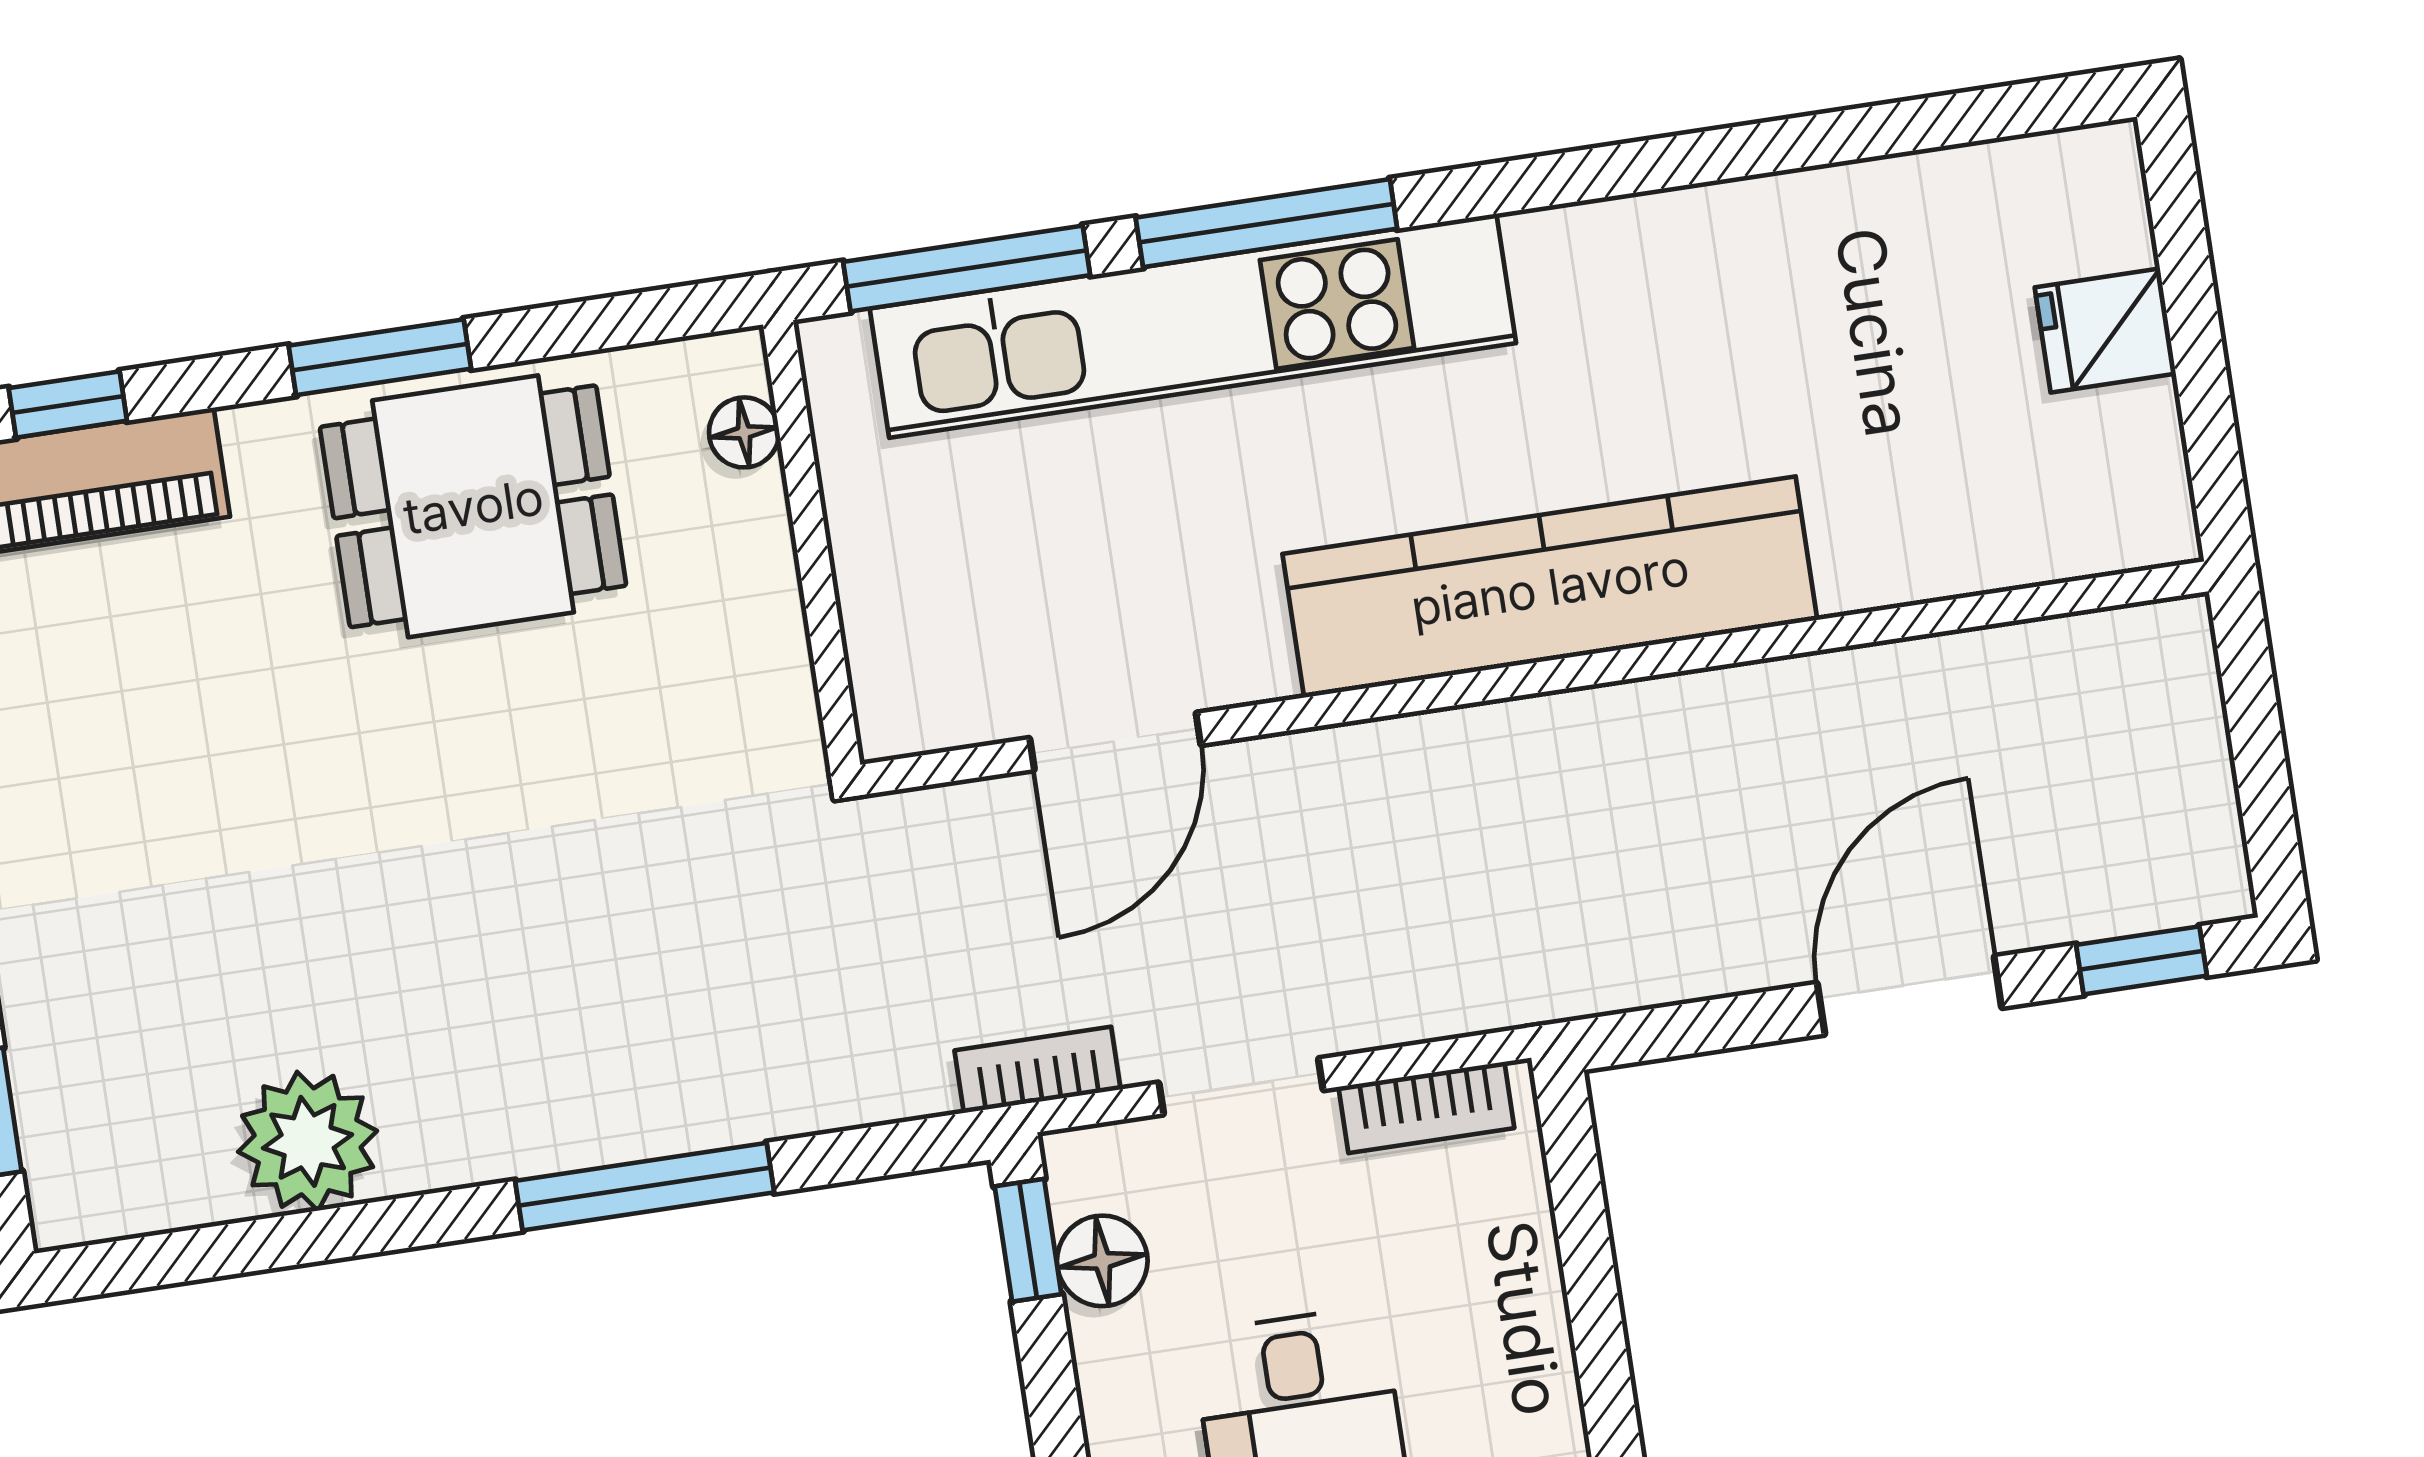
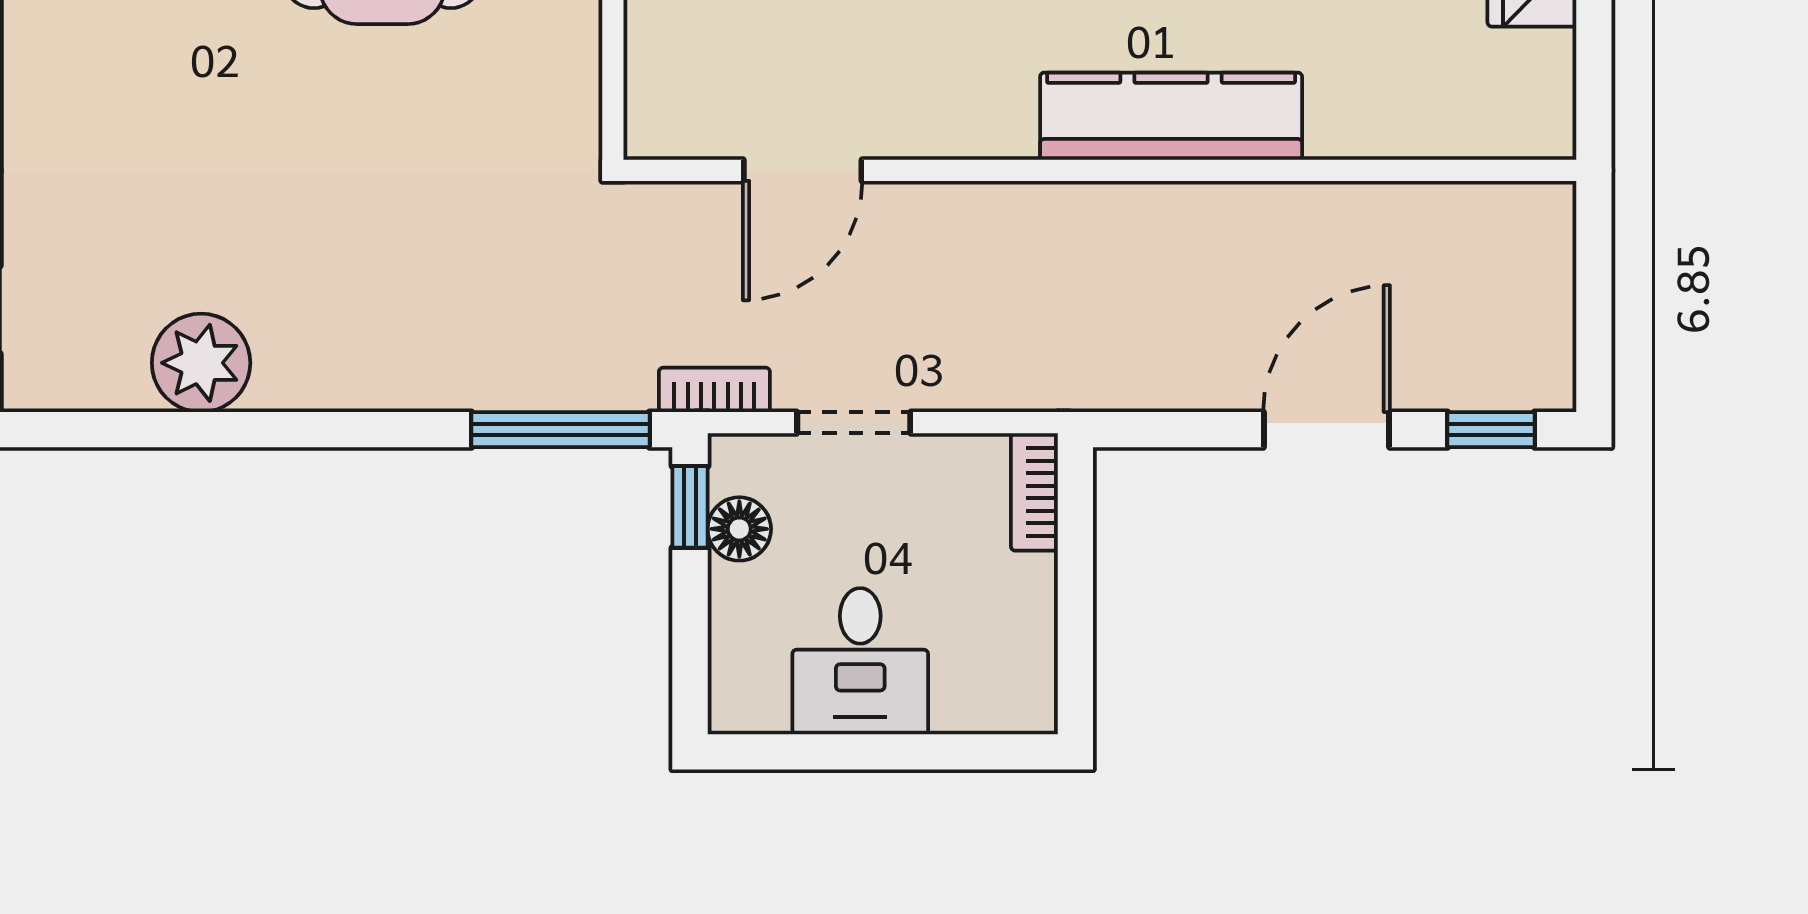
kitchen counter: (1550, 587) -> (1171, 116), width x0.72, depth x0.86
bookcase: (1426, 1107) -> (1034, 492), moved, turned 90
window: (645, 1187) -> (560, 430), moved

